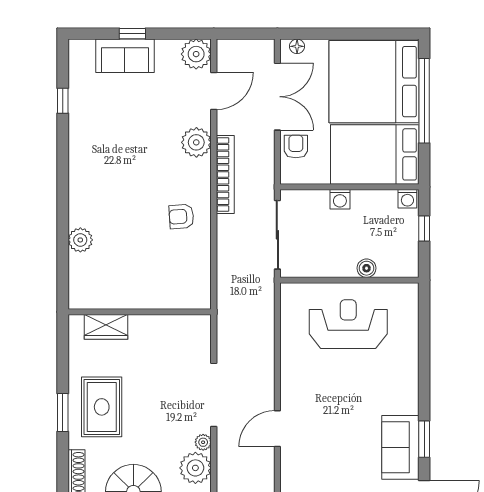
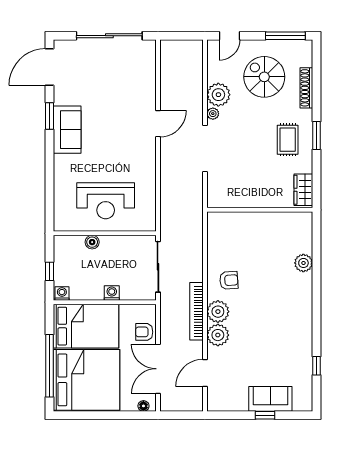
plant: (196, 54) -> (218, 312), moved
armchair: (296, 147) -> (144, 332), turned 90
wardrobe: (106, 327) -> (303, 190), moved, turned -90
rug: (102, 407) -> (288, 140), width x0.73, depth x0.70
sofa: (400, 447) -> (67, 130), moved

